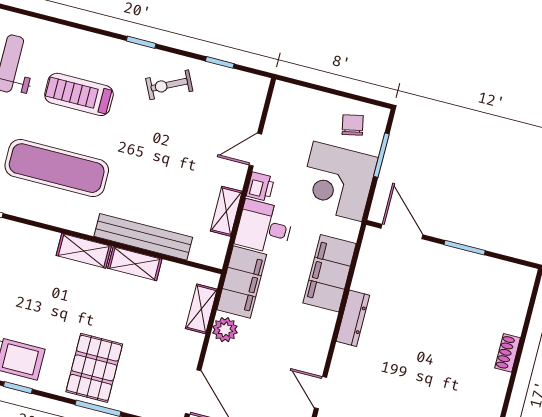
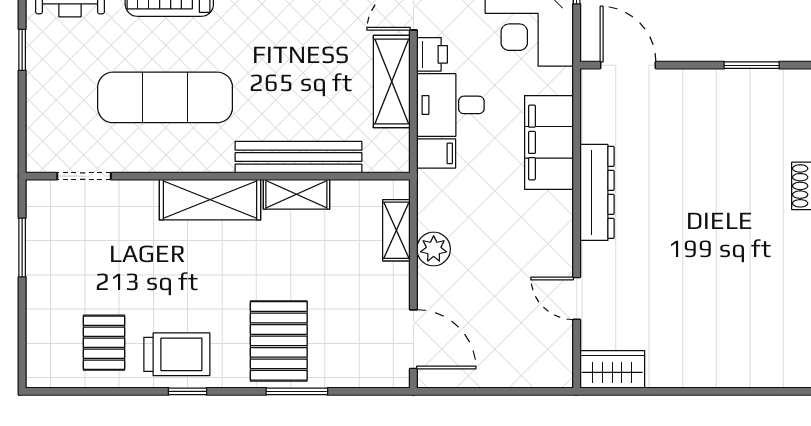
shelving: (226, 211) -> (392, 82), width x1.50, depth x1.33
window: (465, 248) -> (752, 65), moved
shelving: (84, 251) -> (210, 200), width x1.50, depth x1.33
filing cabinet: (242, 282) -> (436, 153), width x0.33, depth x0.86
dresser: (353, 318) -> (597, 192), width x1.37, depth x1.24

